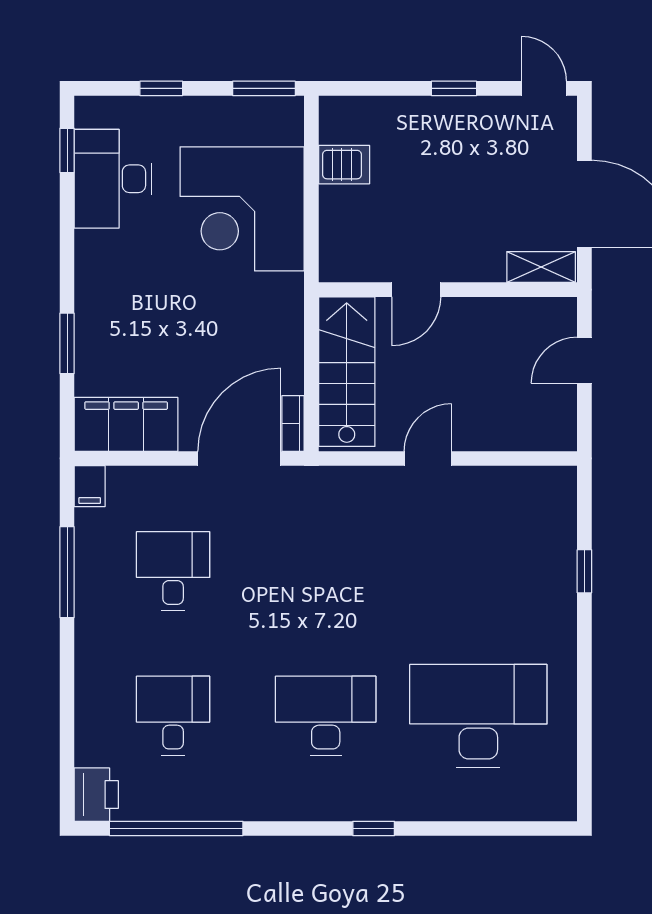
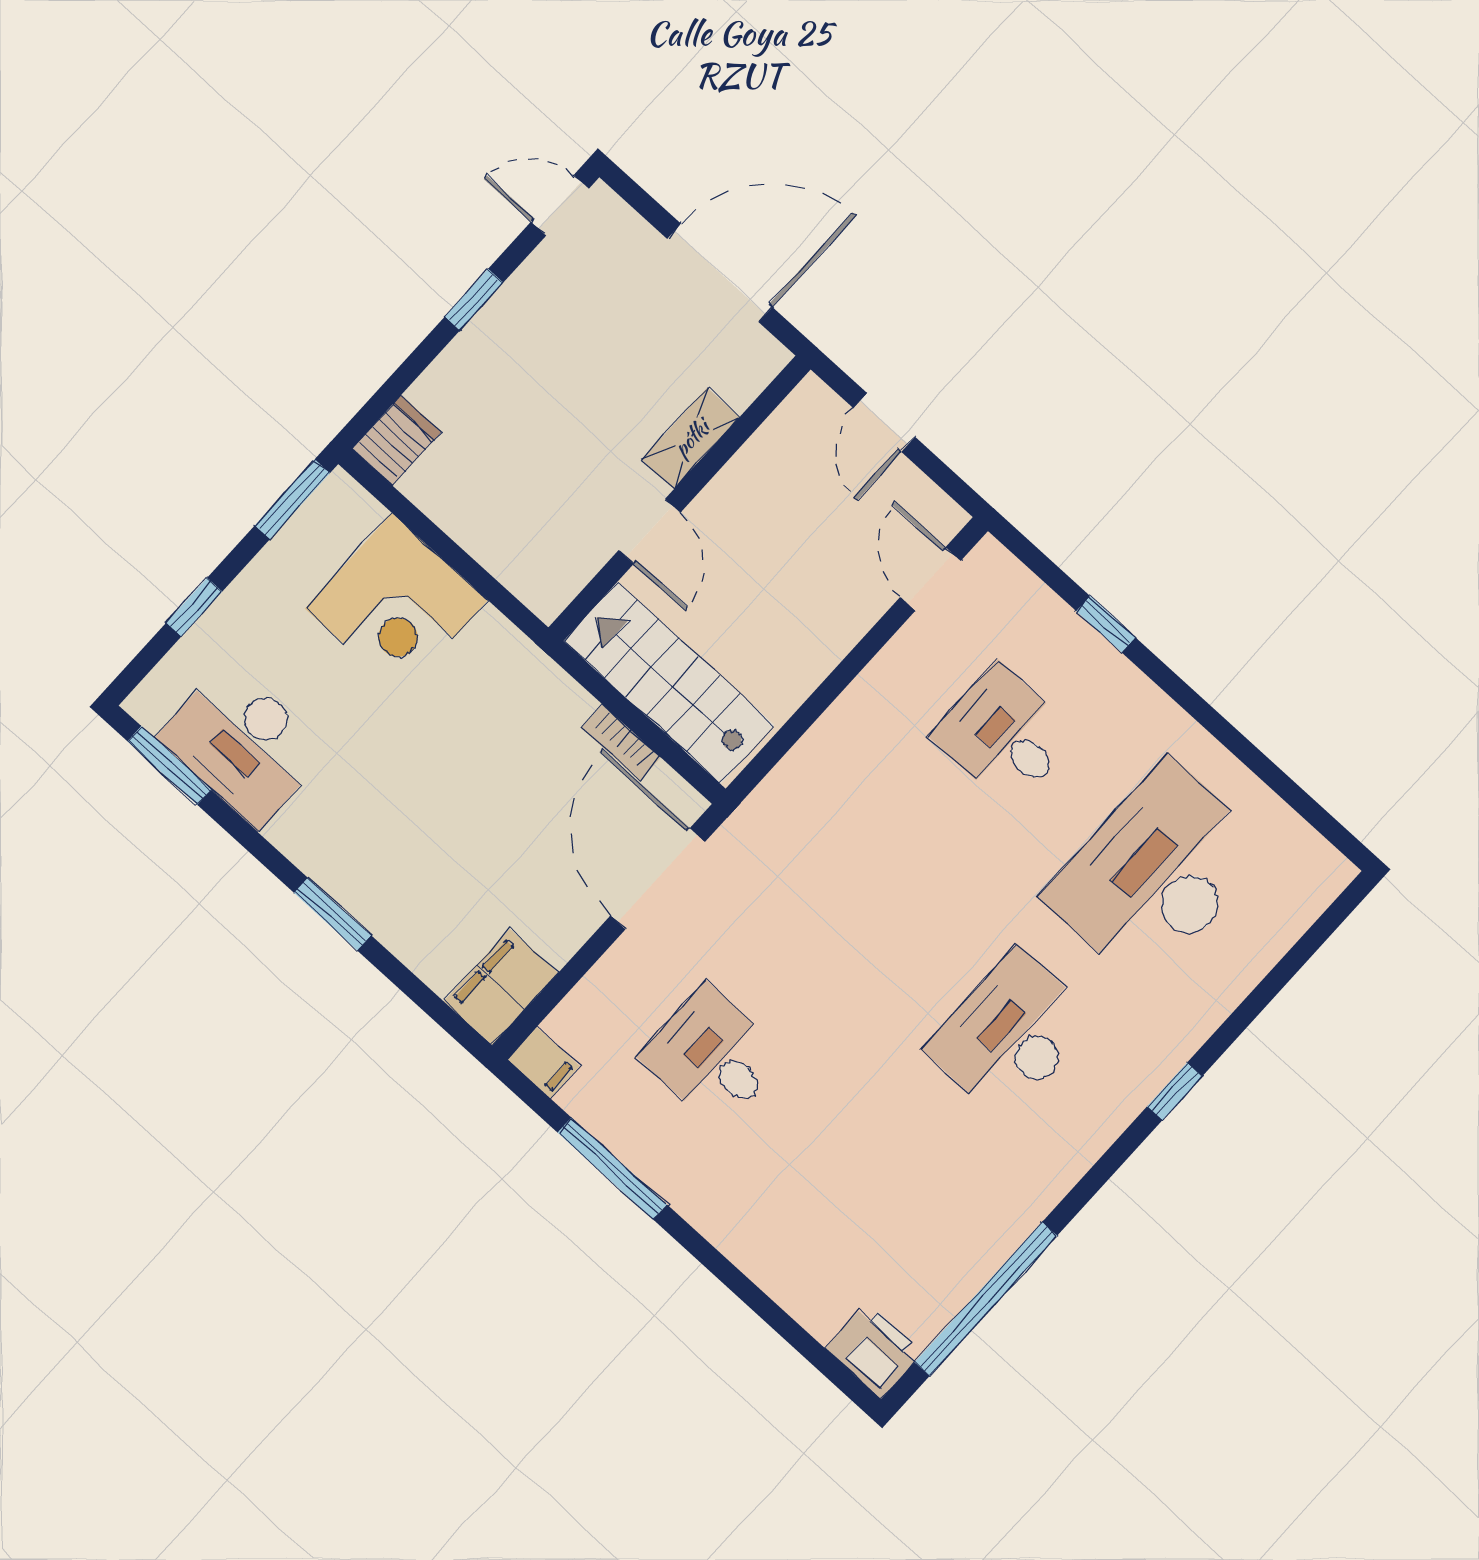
window: (67, 150) -> (169, 765), width x1.50
server rack: (344, 165) -> (397, 440), moved
corner desk: (242, 209) -> (396, 604), width x0.74, depth x0.74
shelving: (541, 267) -> (691, 438), moved
window: (67, 343) -> (333, 914), moved
bookcase: (293, 423) -> (621, 743), moved
filing cabinet: (126, 424) -> (501, 987), width x0.67, depth x0.86
door: (428, 458) -> (930, 579), moved
desk: (173, 716) -> (1004, 736), moved

